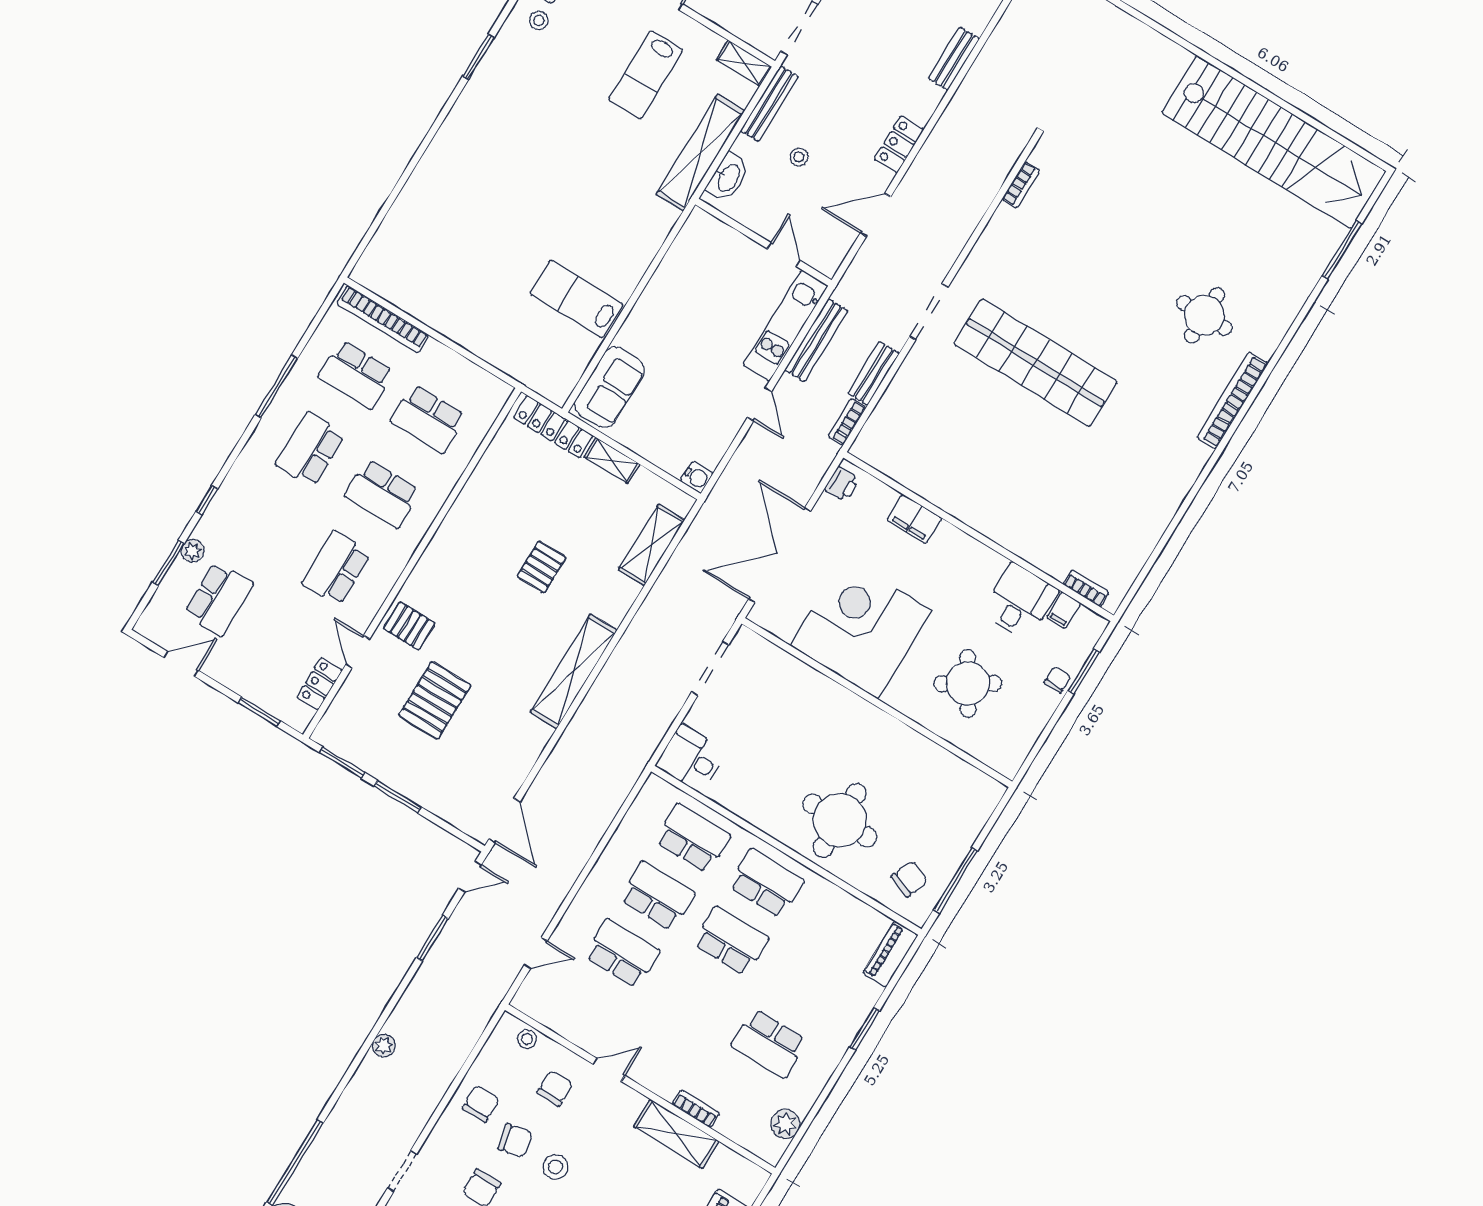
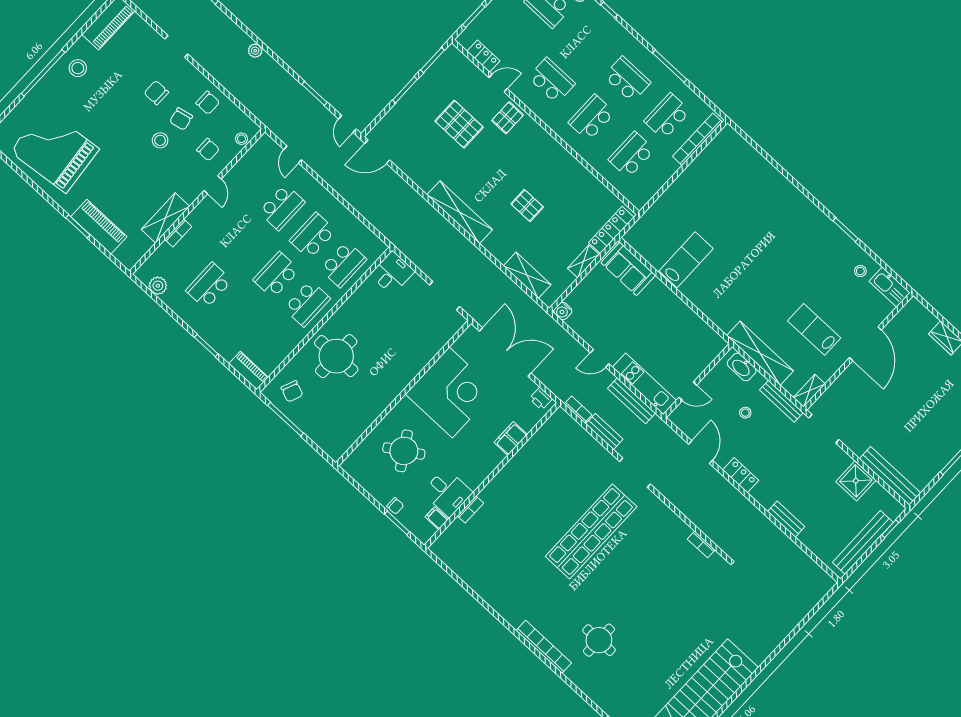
bookcase: (1086, 588) -> (471, 510), moved
school desk: (657, 896) -> (313, 236), turned 180
school desk: (731, 941) -> (276, 275), turned 180

